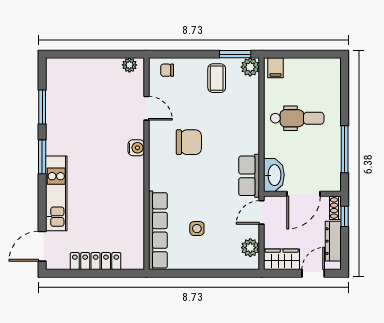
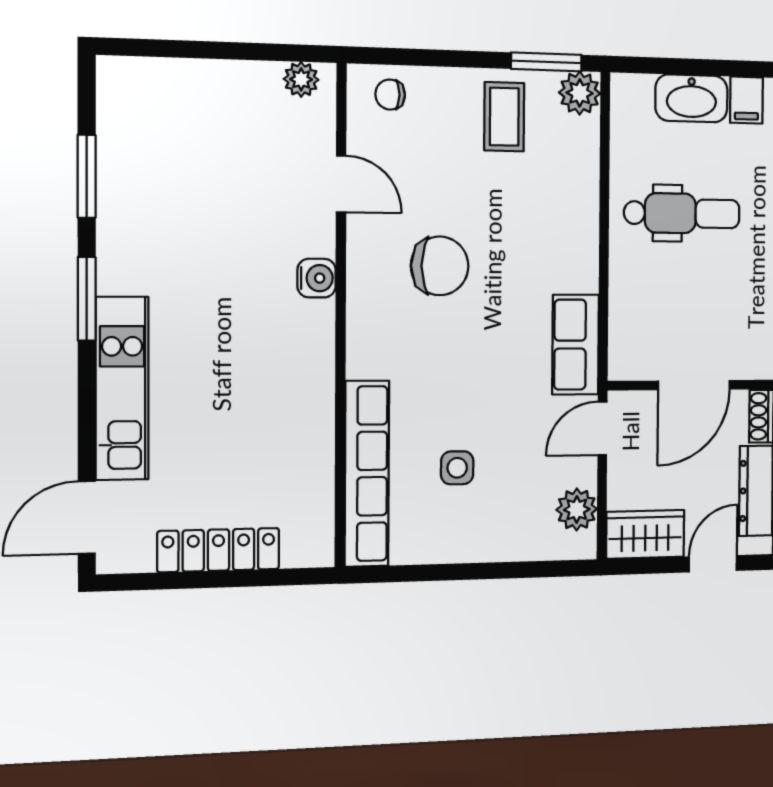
filing cabinet: (275, 68) -> (747, 100), moved
washbasin: (274, 175) -> (691, 98), moved, turned 90

